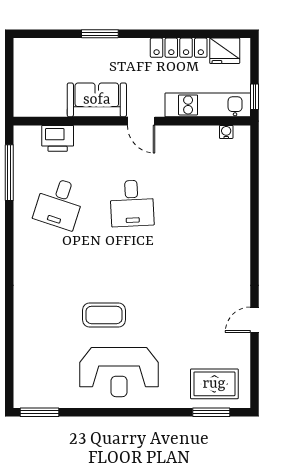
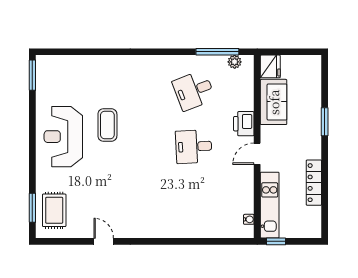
fridge: (225, 51) -> (270, 66), moved, turned 180
sofa: (97, 100) -> (274, 102), moved
printer: (58, 138) -> (244, 124), moved
plant: (22, 150) -> (235, 62), added
desk: (59, 203) -> (194, 90), turned -39

